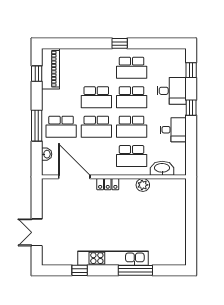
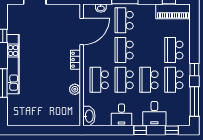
window: (157, 43) -> (194, 101), added
school desk: (96, 97) -> (174, 50), moved
washbasin: (162, 168) -> (89, 116), moved

